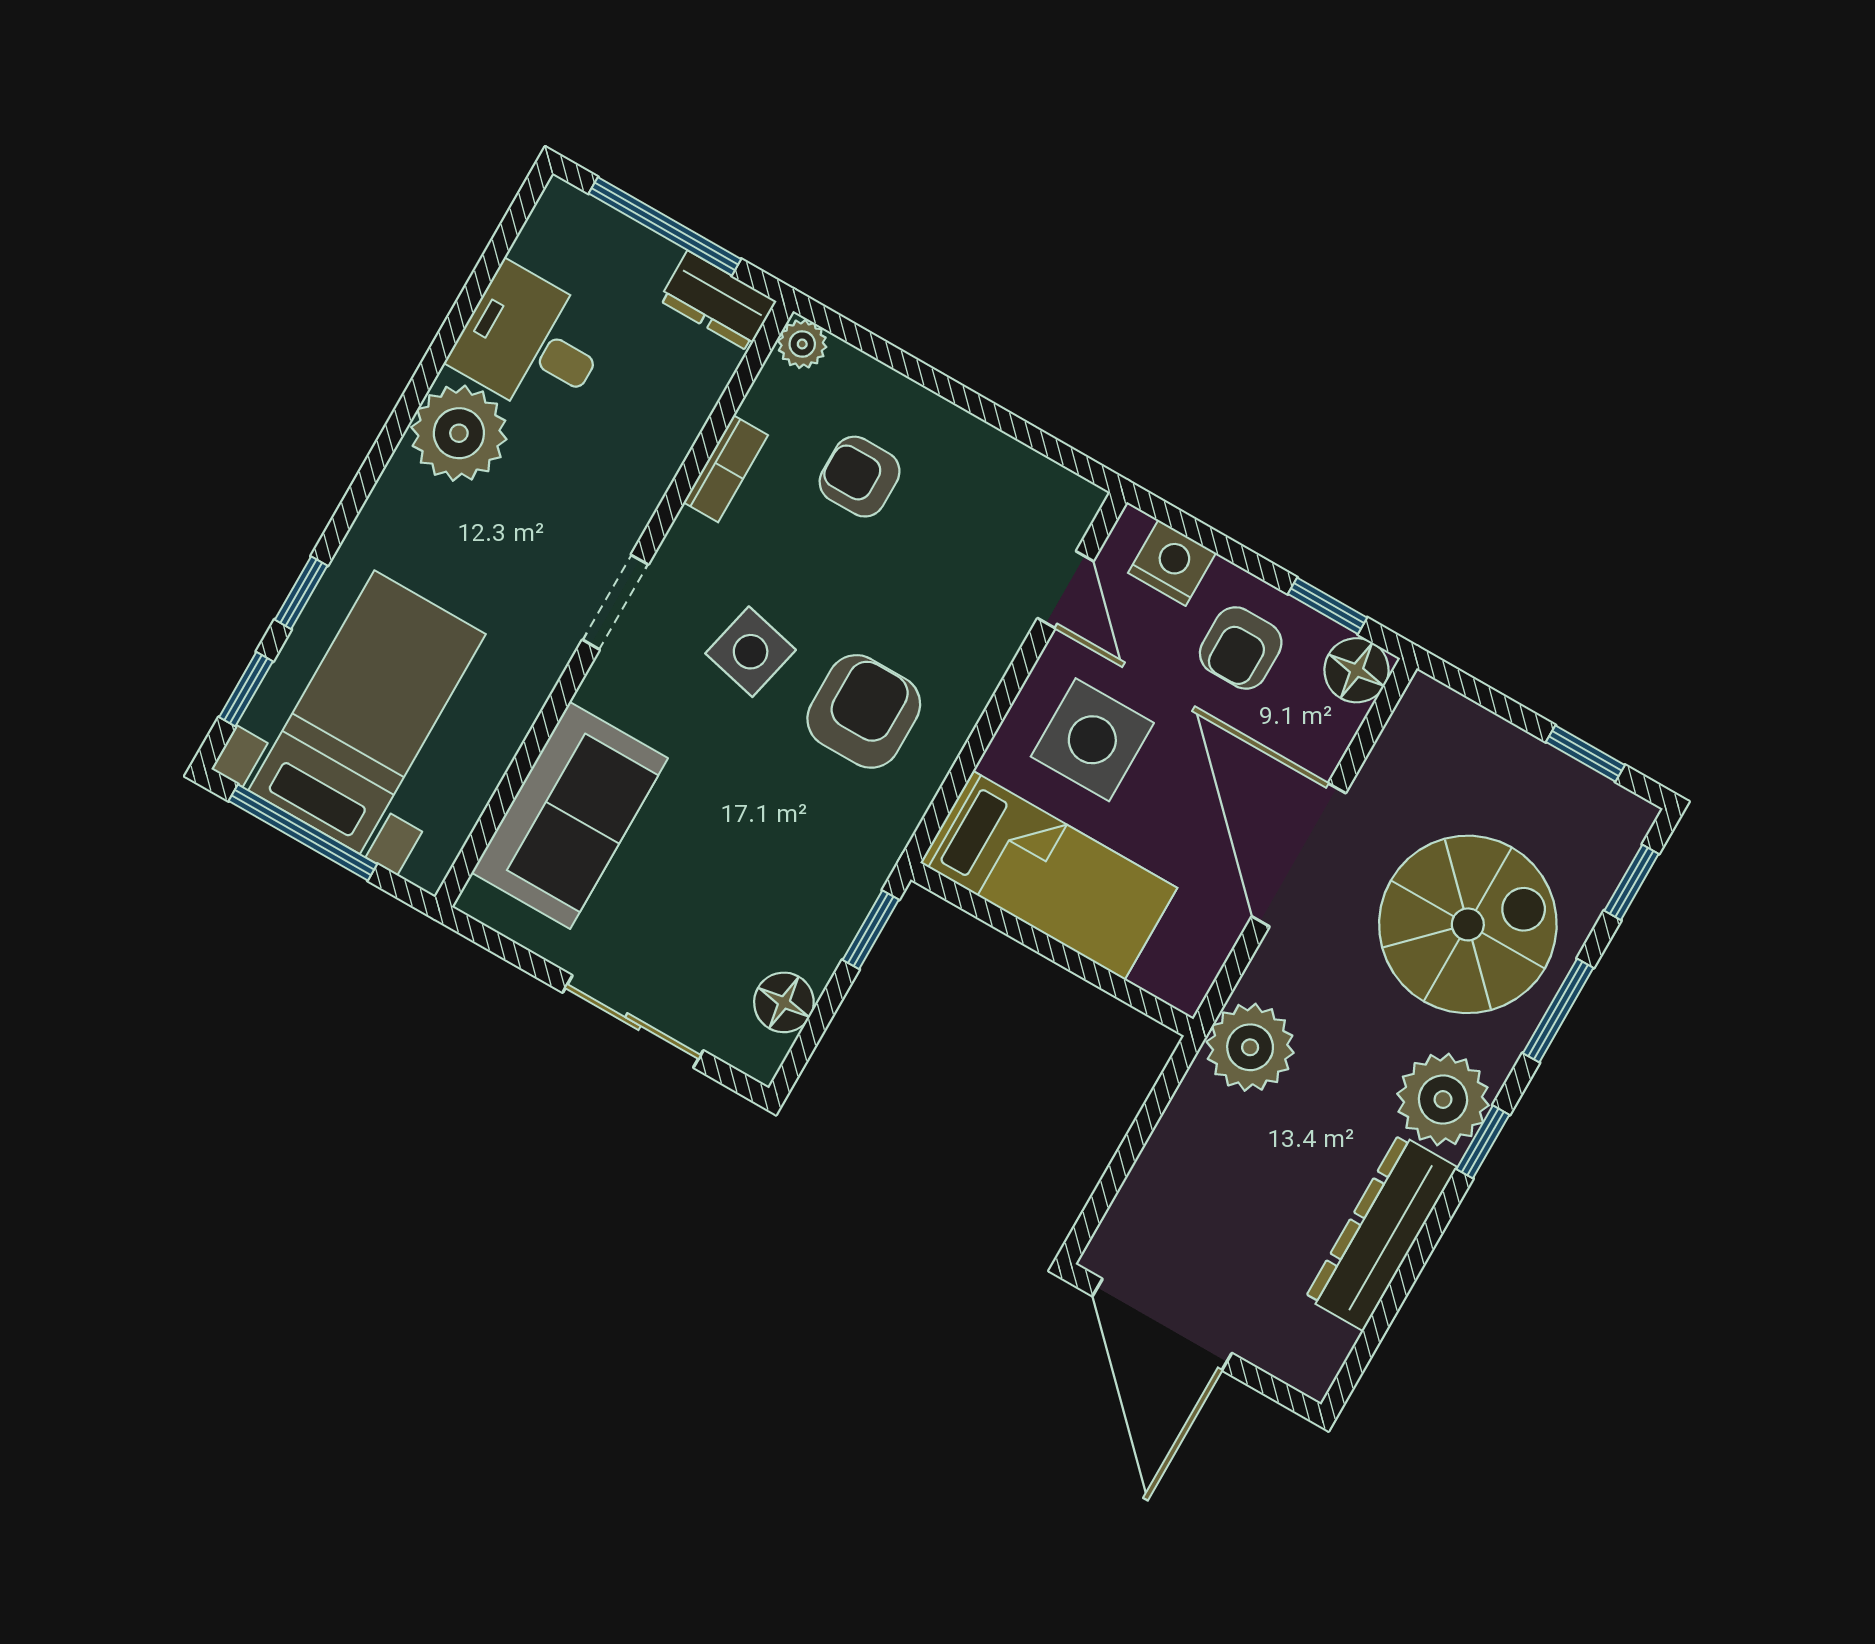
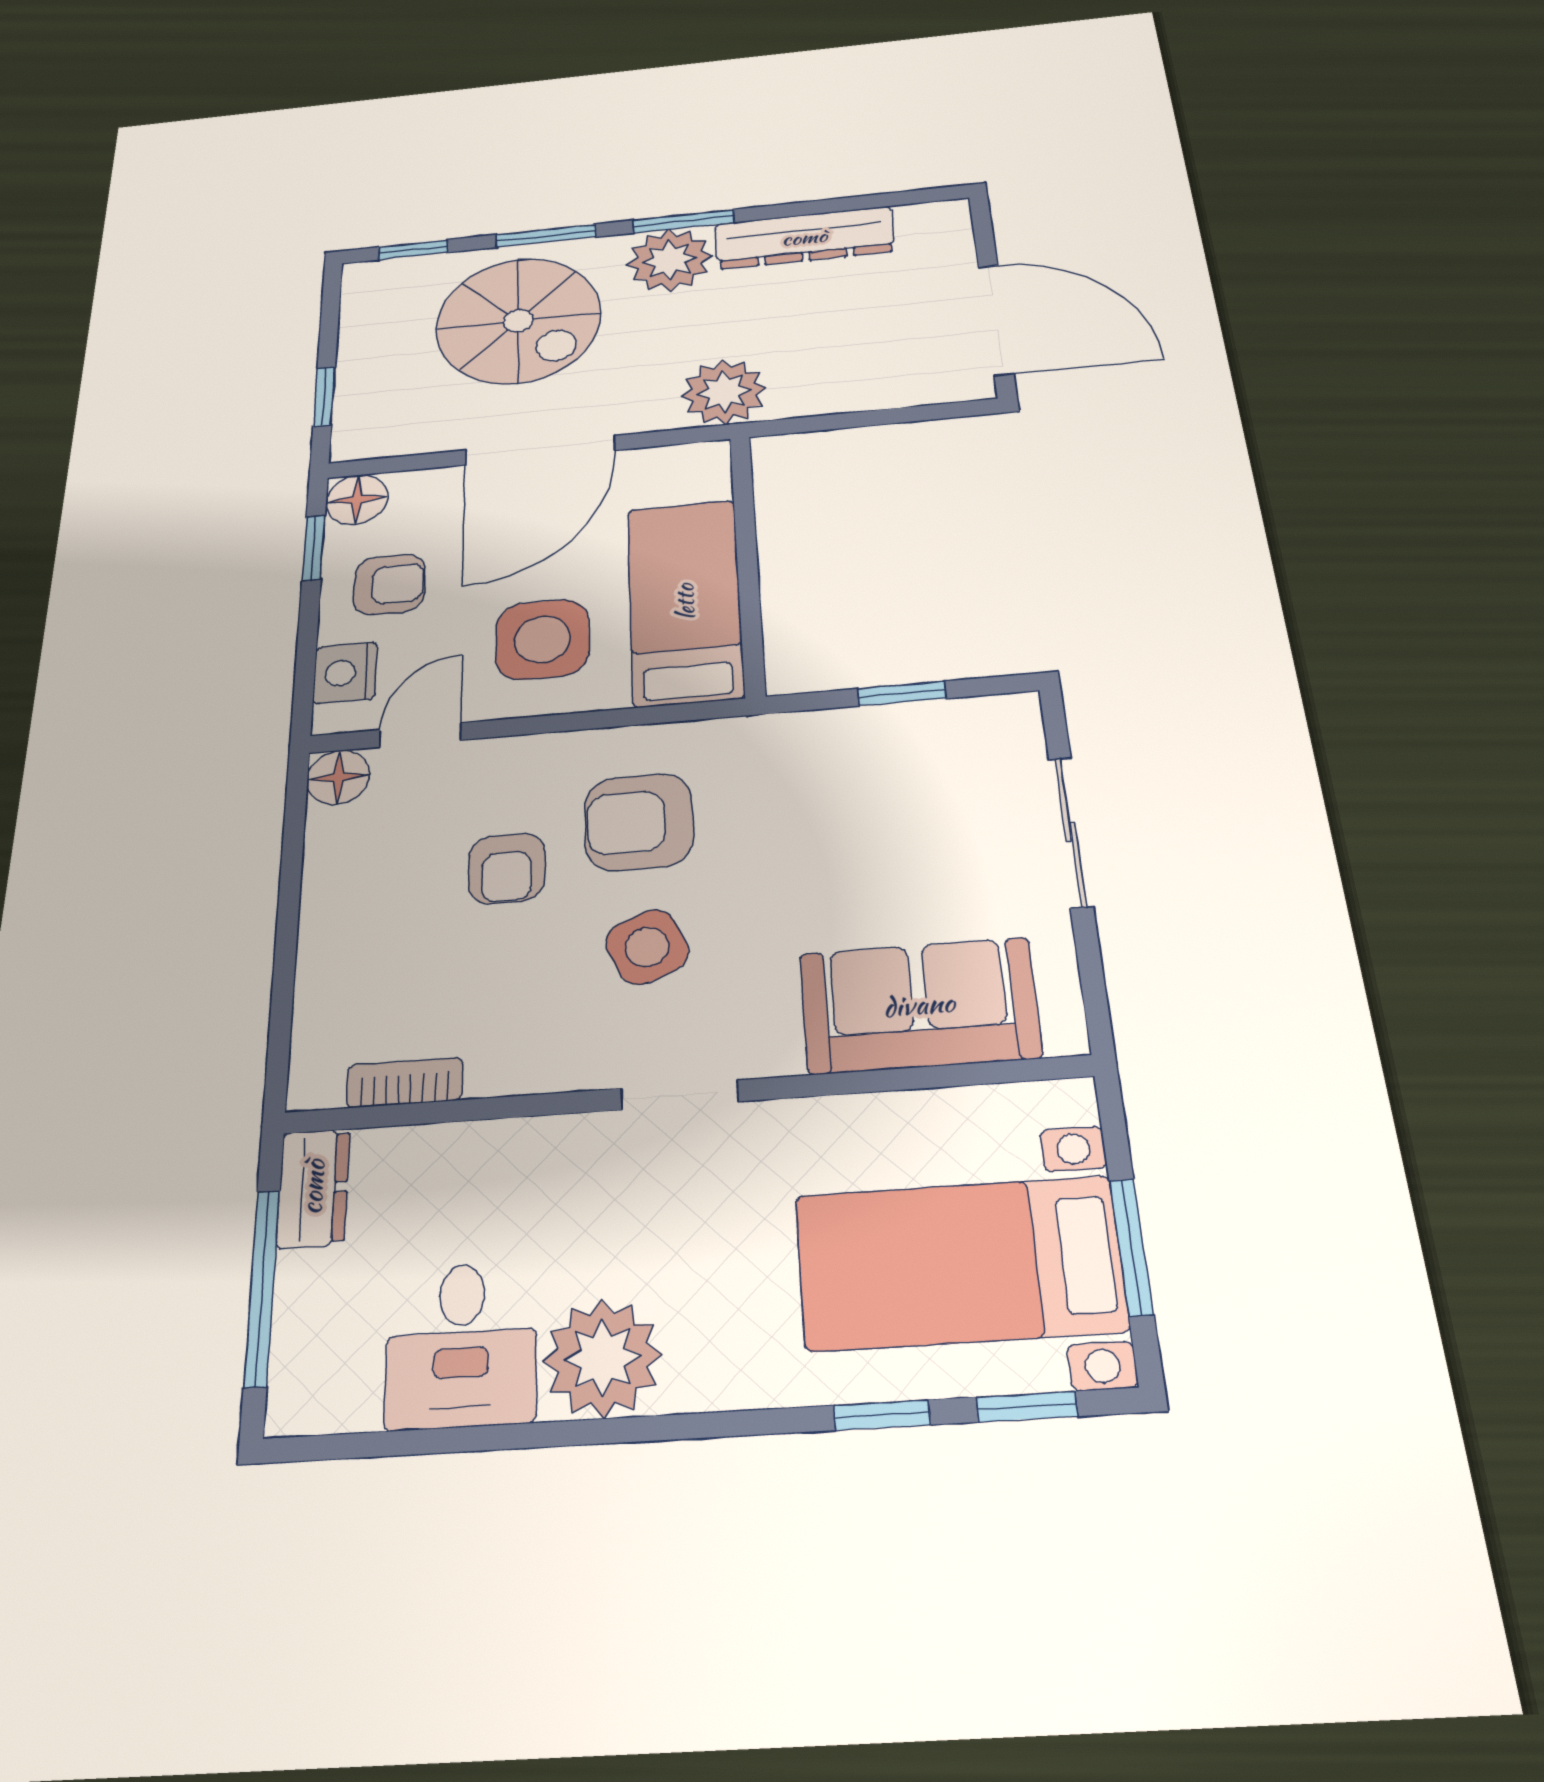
plant: (802, 344) -> (314, 1084), removed
bookcase: (726, 469) -> (405, 1083), moved
armchair: (860, 477) -> (507, 868), moved
side table: (751, 652) -> (647, 947), turned -37
window: (1585, 753) -> (324, 397), moved
window: (303, 833) -> (1131, 1247), width x0.69
spiral stairs: (1468, 924) -> (518, 321), turned 180
window: (871, 930) -> (902, 694), moved
floor lamp: (784, 1002) -> (338, 777), moved
window: (1483, 1142) -> (683, 221), width x1.50
door: (1162, 1325) -> (996, 320), hinge flipped

